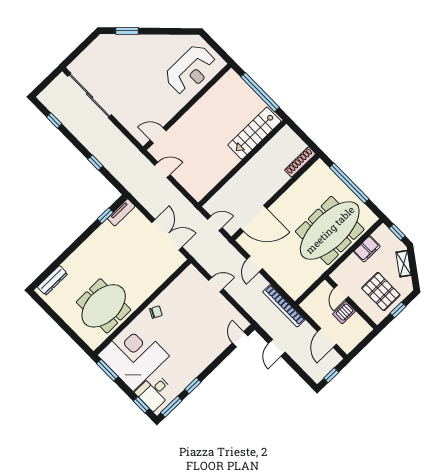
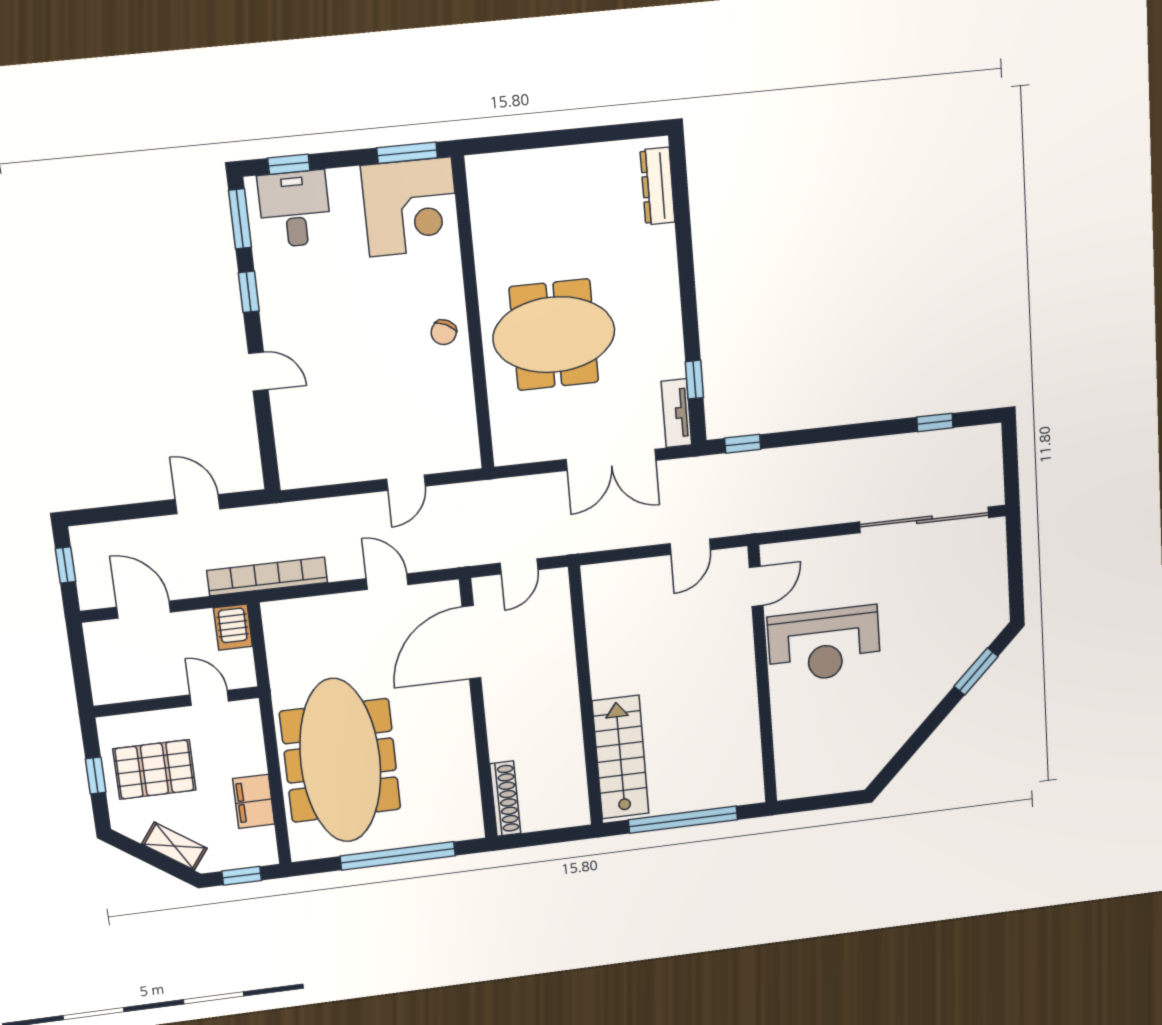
reception desk: (191, 70) -> (824, 644), moved, turned -90
window: (95, 163) -> (743, 444), moved
double door: (167, 235) -> (611, 460), moved
meeting table: (104, 306) -> (554, 335), moved, turned 90
server rack: (344, 313) -> (233, 627), moved, turned 180
door: (240, 339) -> (258, 371), moved
corner desk: (133, 355) -> (410, 207), width x0.74, depth x0.74

